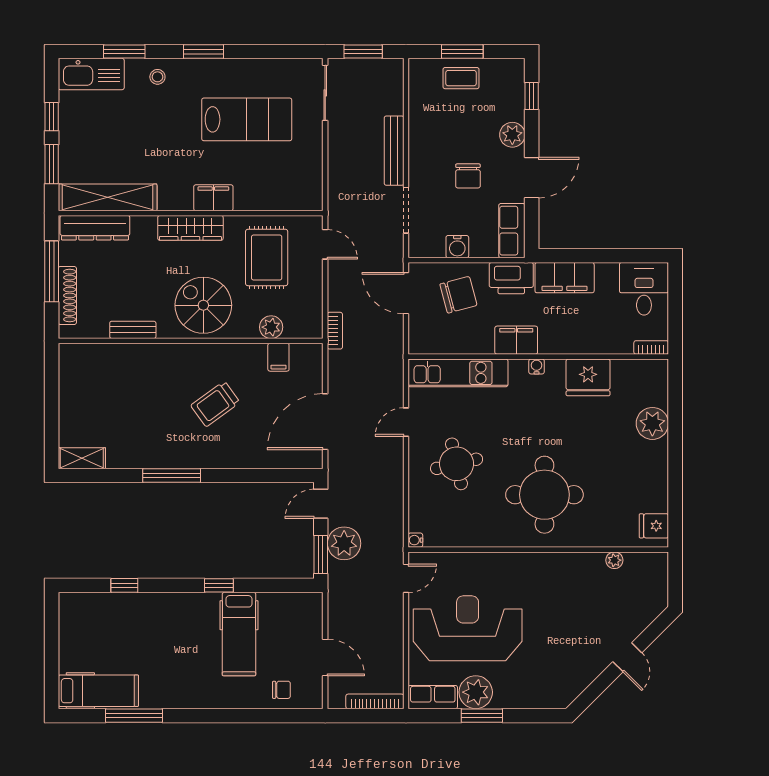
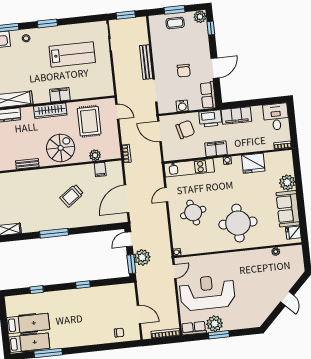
plant: (512, 135) -> (200, 17), moved
spiral stairs: (203, 305) -> (61, 148), turned 90
sofa: (648, 477) -> (288, 209), added
hospital bed: (239, 634) -> (28, 324), moved, turned -90

